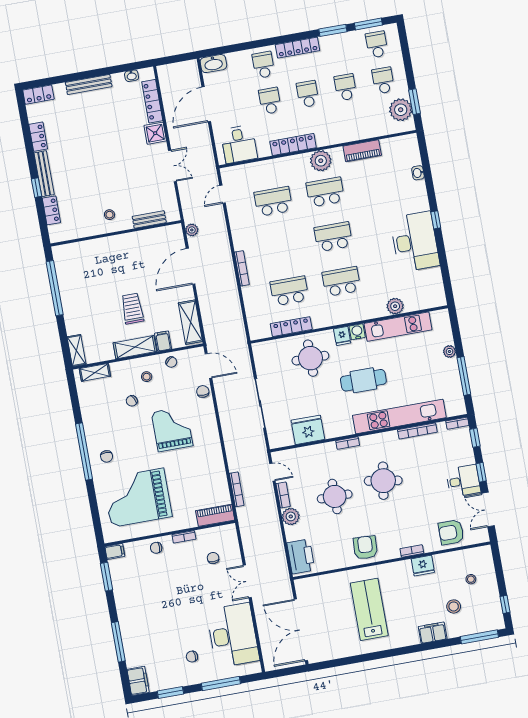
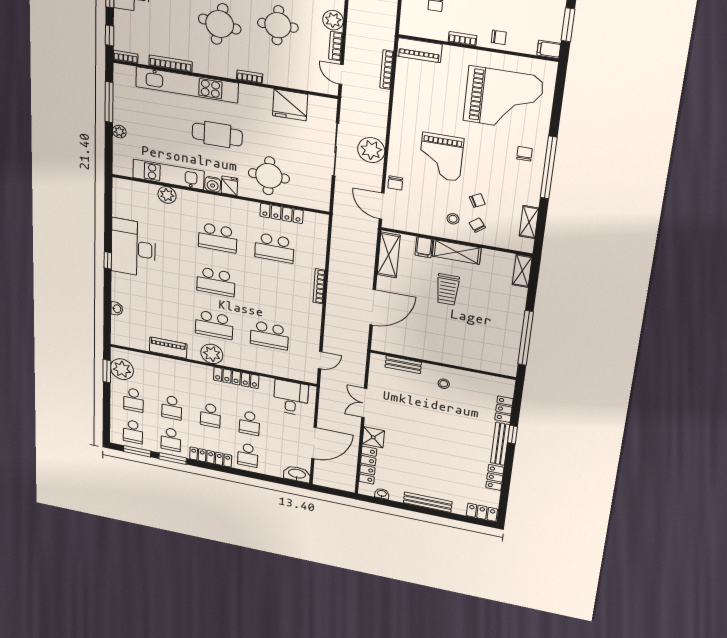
school desk: (339, 51) -> (171, 439), added
plant: (192, 230) -> (371, 150), moved, width x1.87, depth x1.87
chair: (171, 362) -> (477, 225), moved
shelving: (95, 372) -> (529, 222), moved, turned 90

